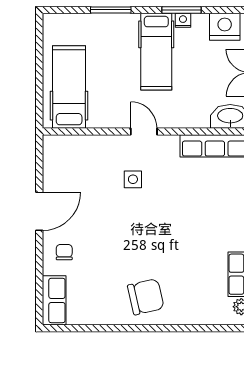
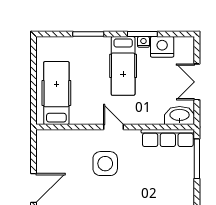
nightstand: (225, 27) -> (162, 47), moved
side table: (133, 179) -> (105, 164), width x1.87, depth x1.87

